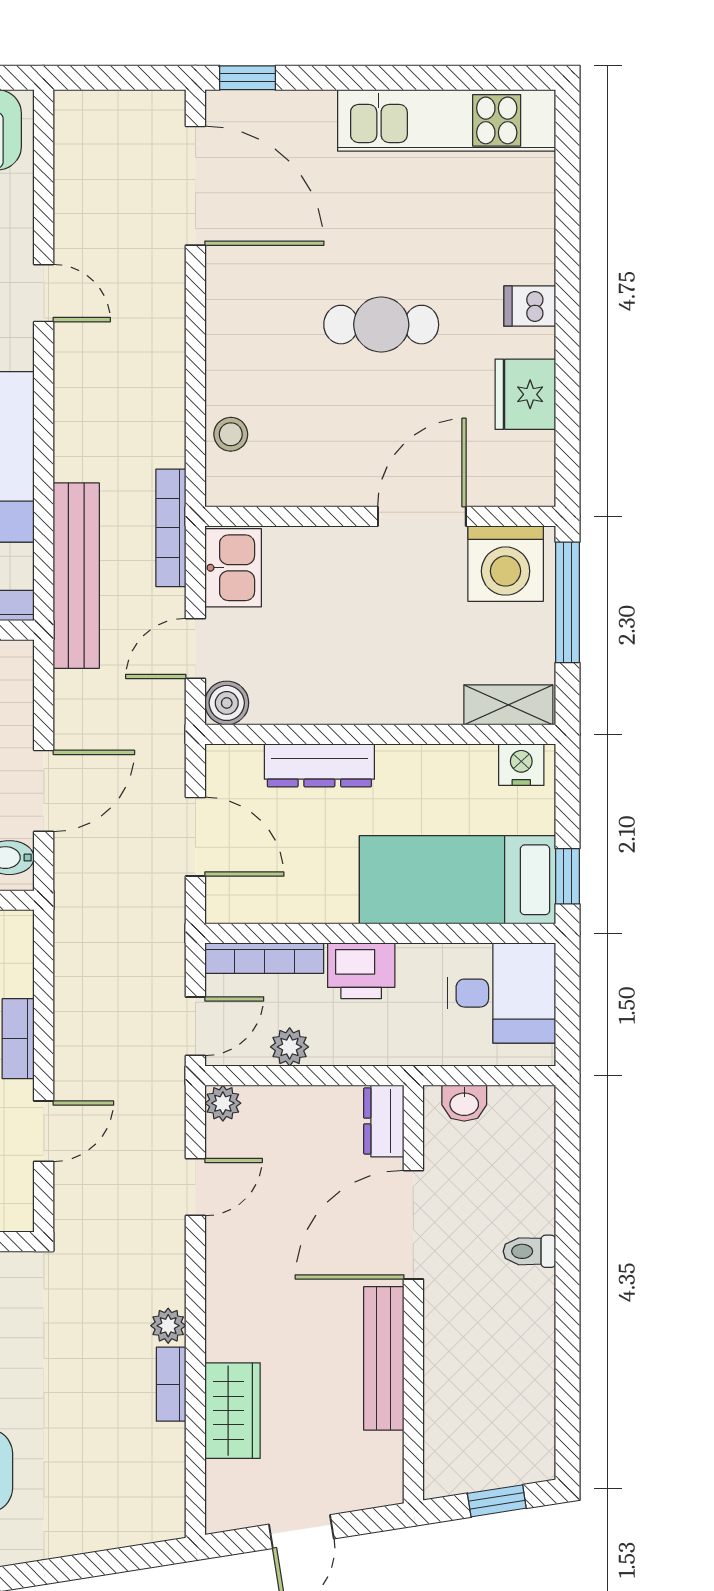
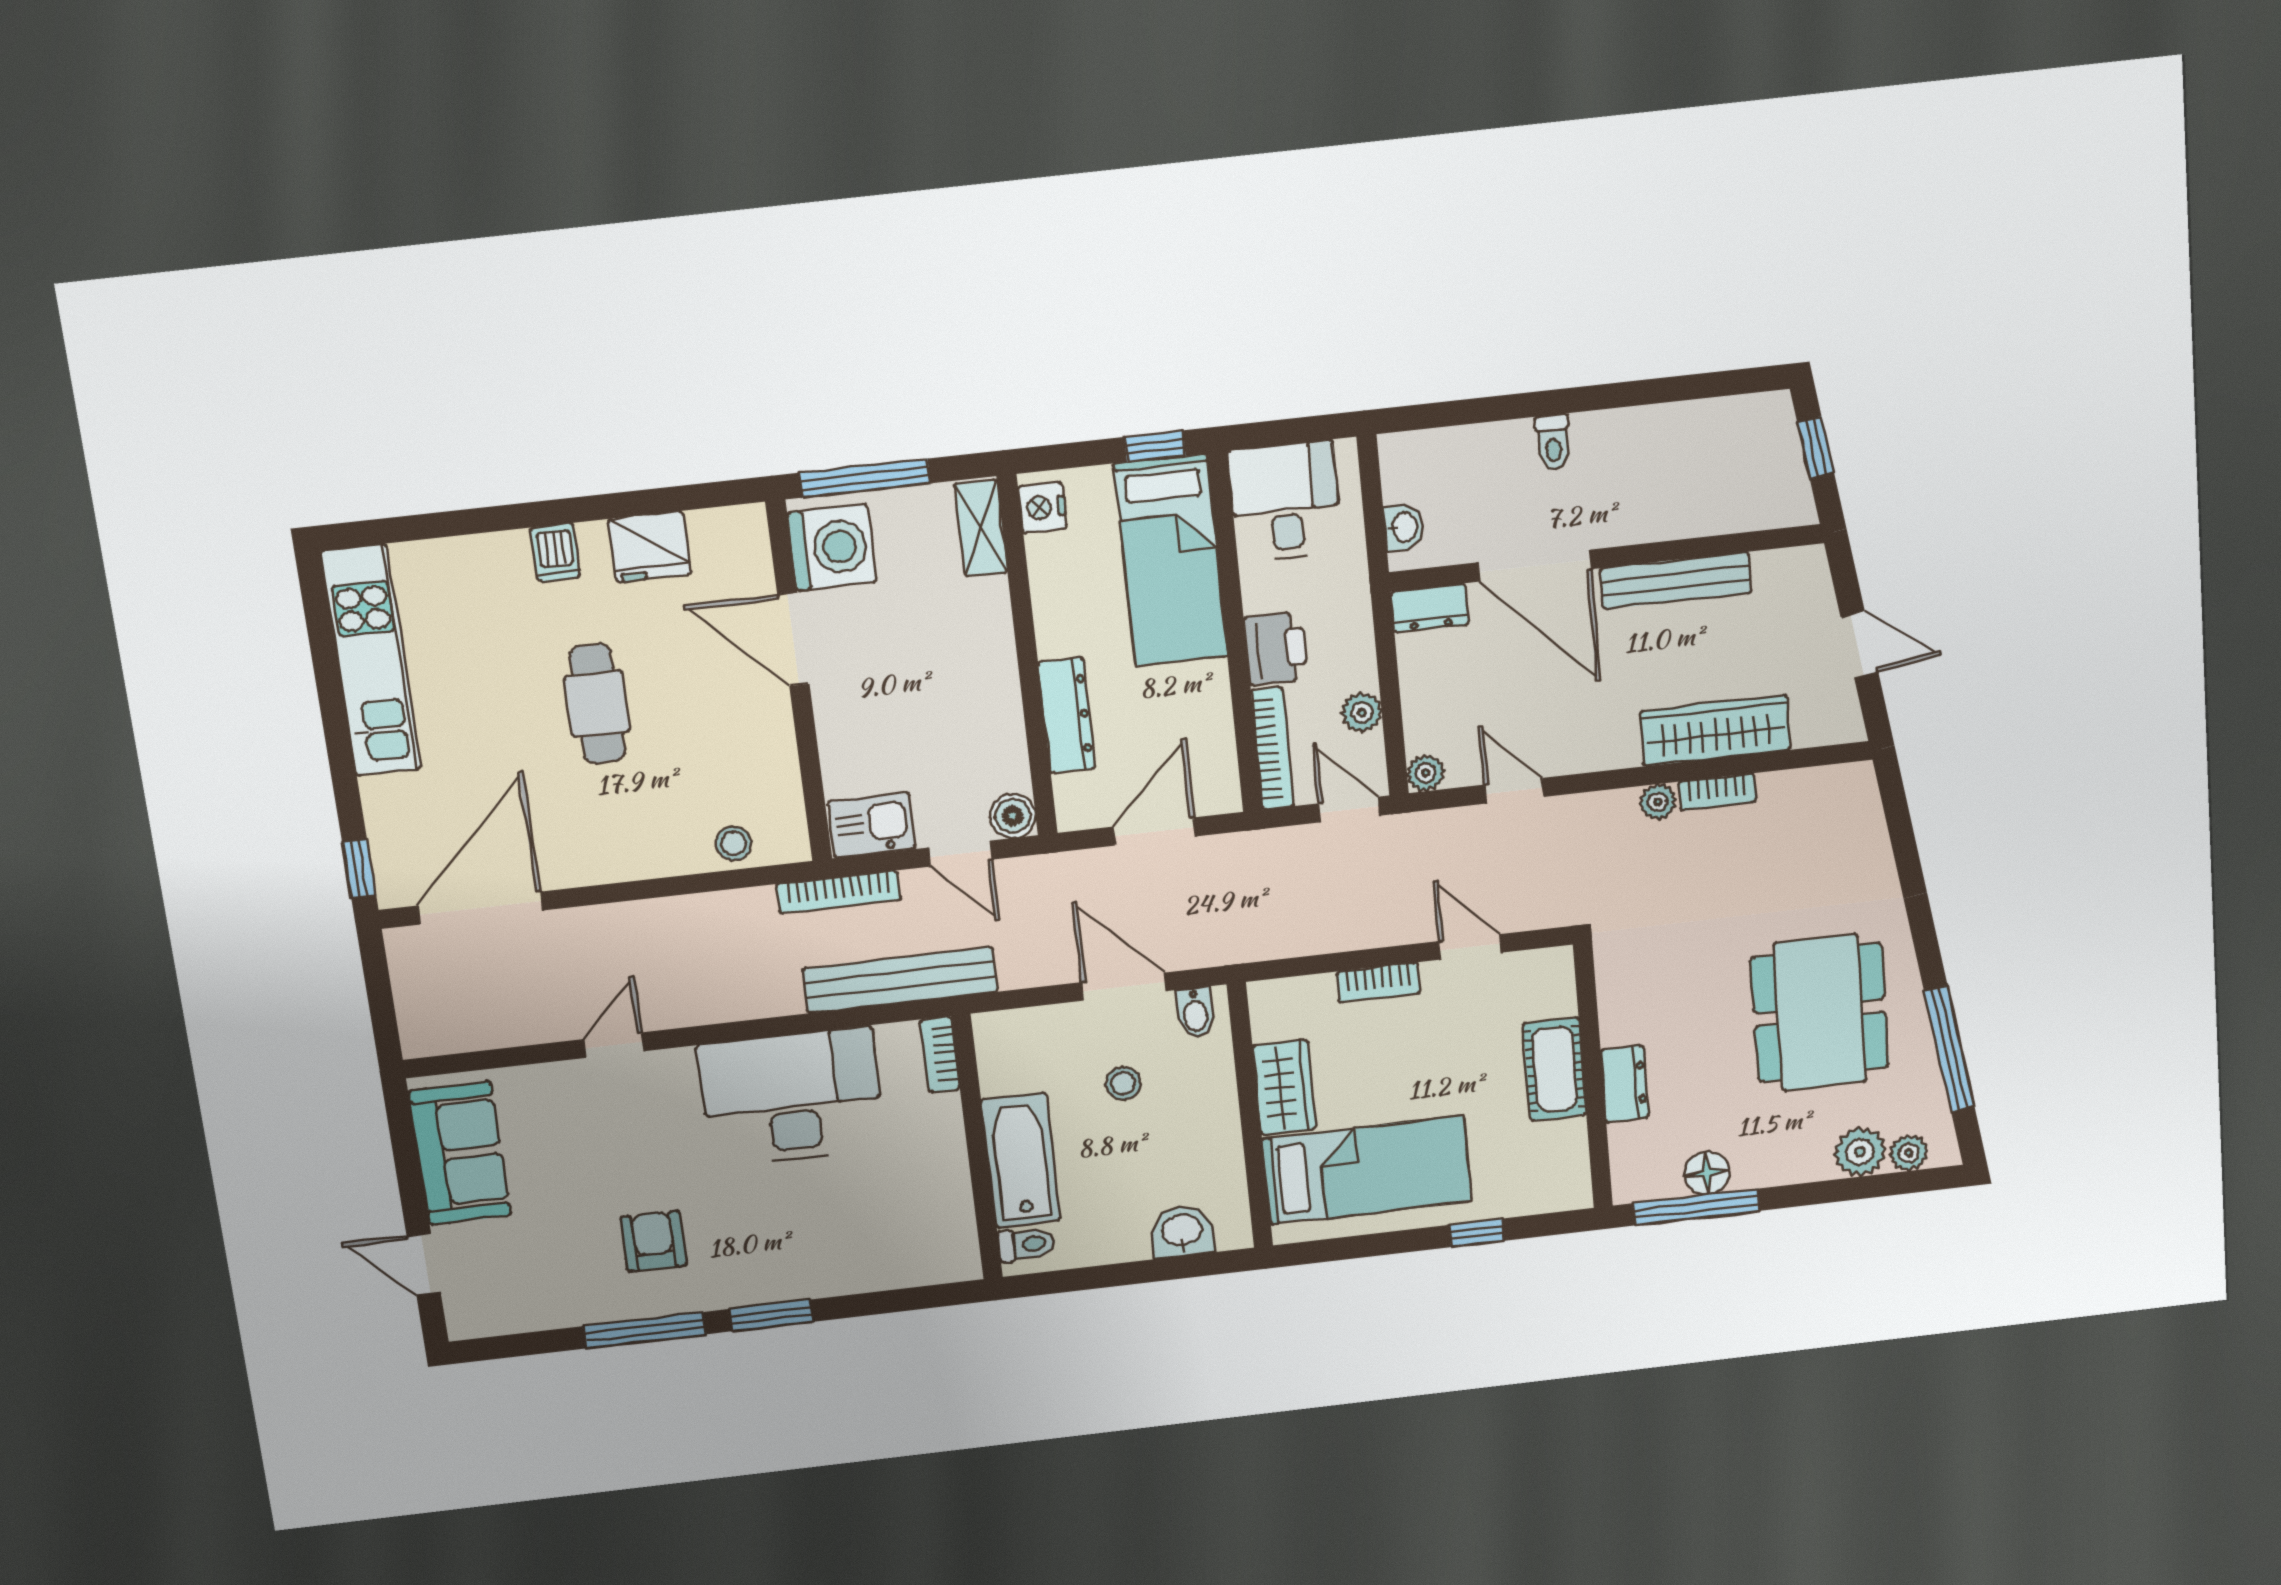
wardrobe: (233, 1411) -> (1716, 730), width x1.50

